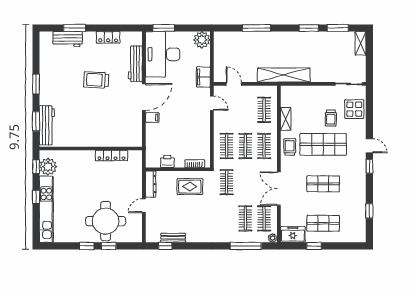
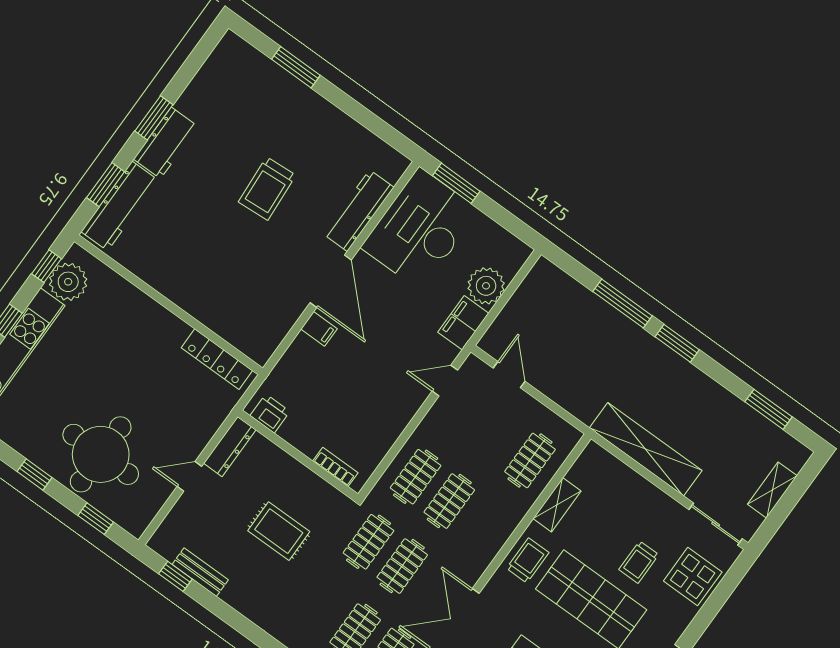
window: (309, 28) -> (677, 343), moved
locker: (108, 37) -> (344, 128), removed
workbench: (68, 39) -> (166, 143), moved, turned -90
plant: (202, 40) -> (486, 286), moved
shelving: (360, 43) -> (772, 490), moved
shelving: (284, 75) -> (646, 449), moved
trolley: (96, 80) -> (267, 189), turned -97
door: (144, 97) -> (331, 281), hinge flipped
door: (212, 103) -> (445, 381), swing flipped
clothes rail: (264, 146) -> (402, 566), moved
locker: (111, 156) -> (217, 359), moved
printer: (167, 161) -> (270, 413), moved
rug: (190, 187) -> (279, 531), moved
window: (109, 246) -> (96, 519), moved

